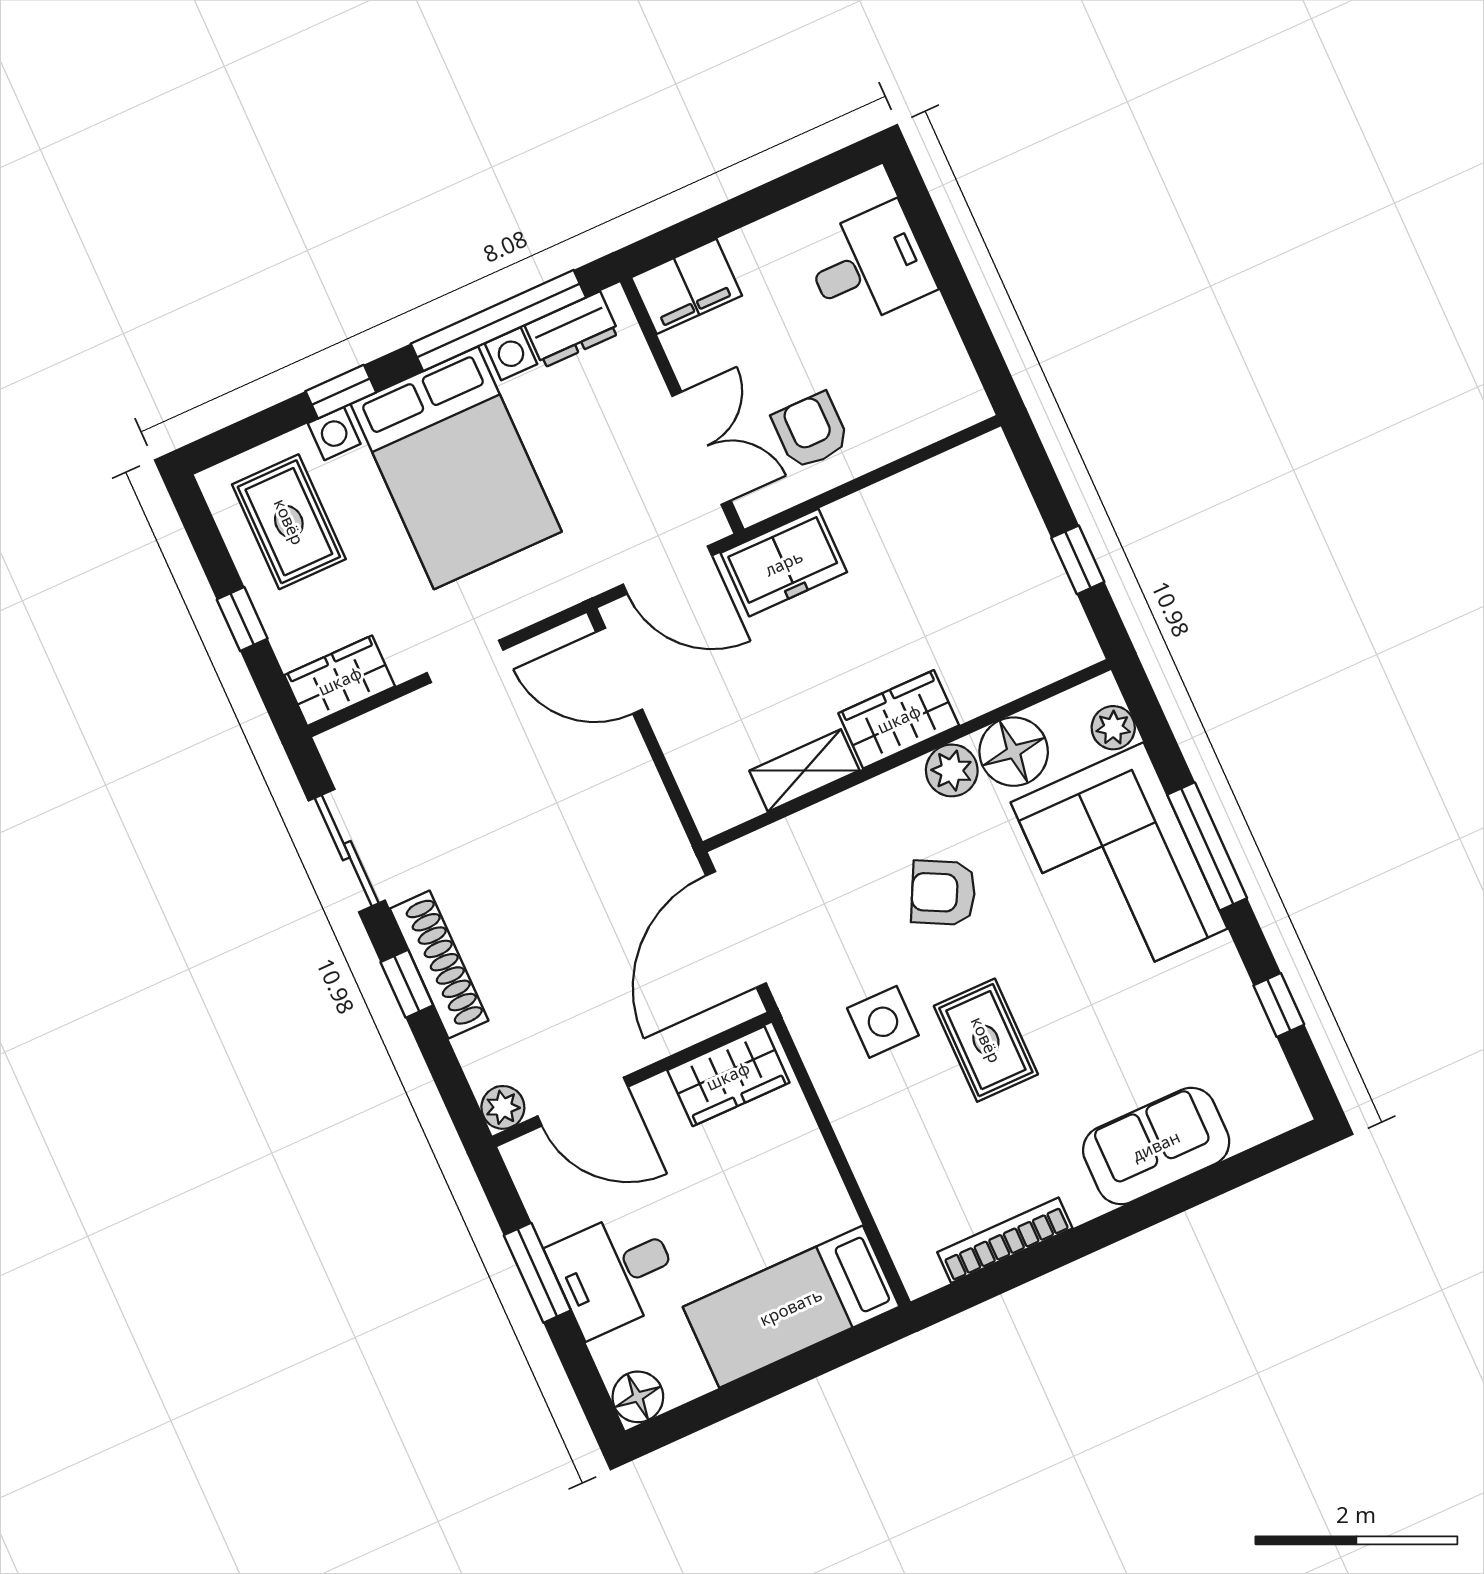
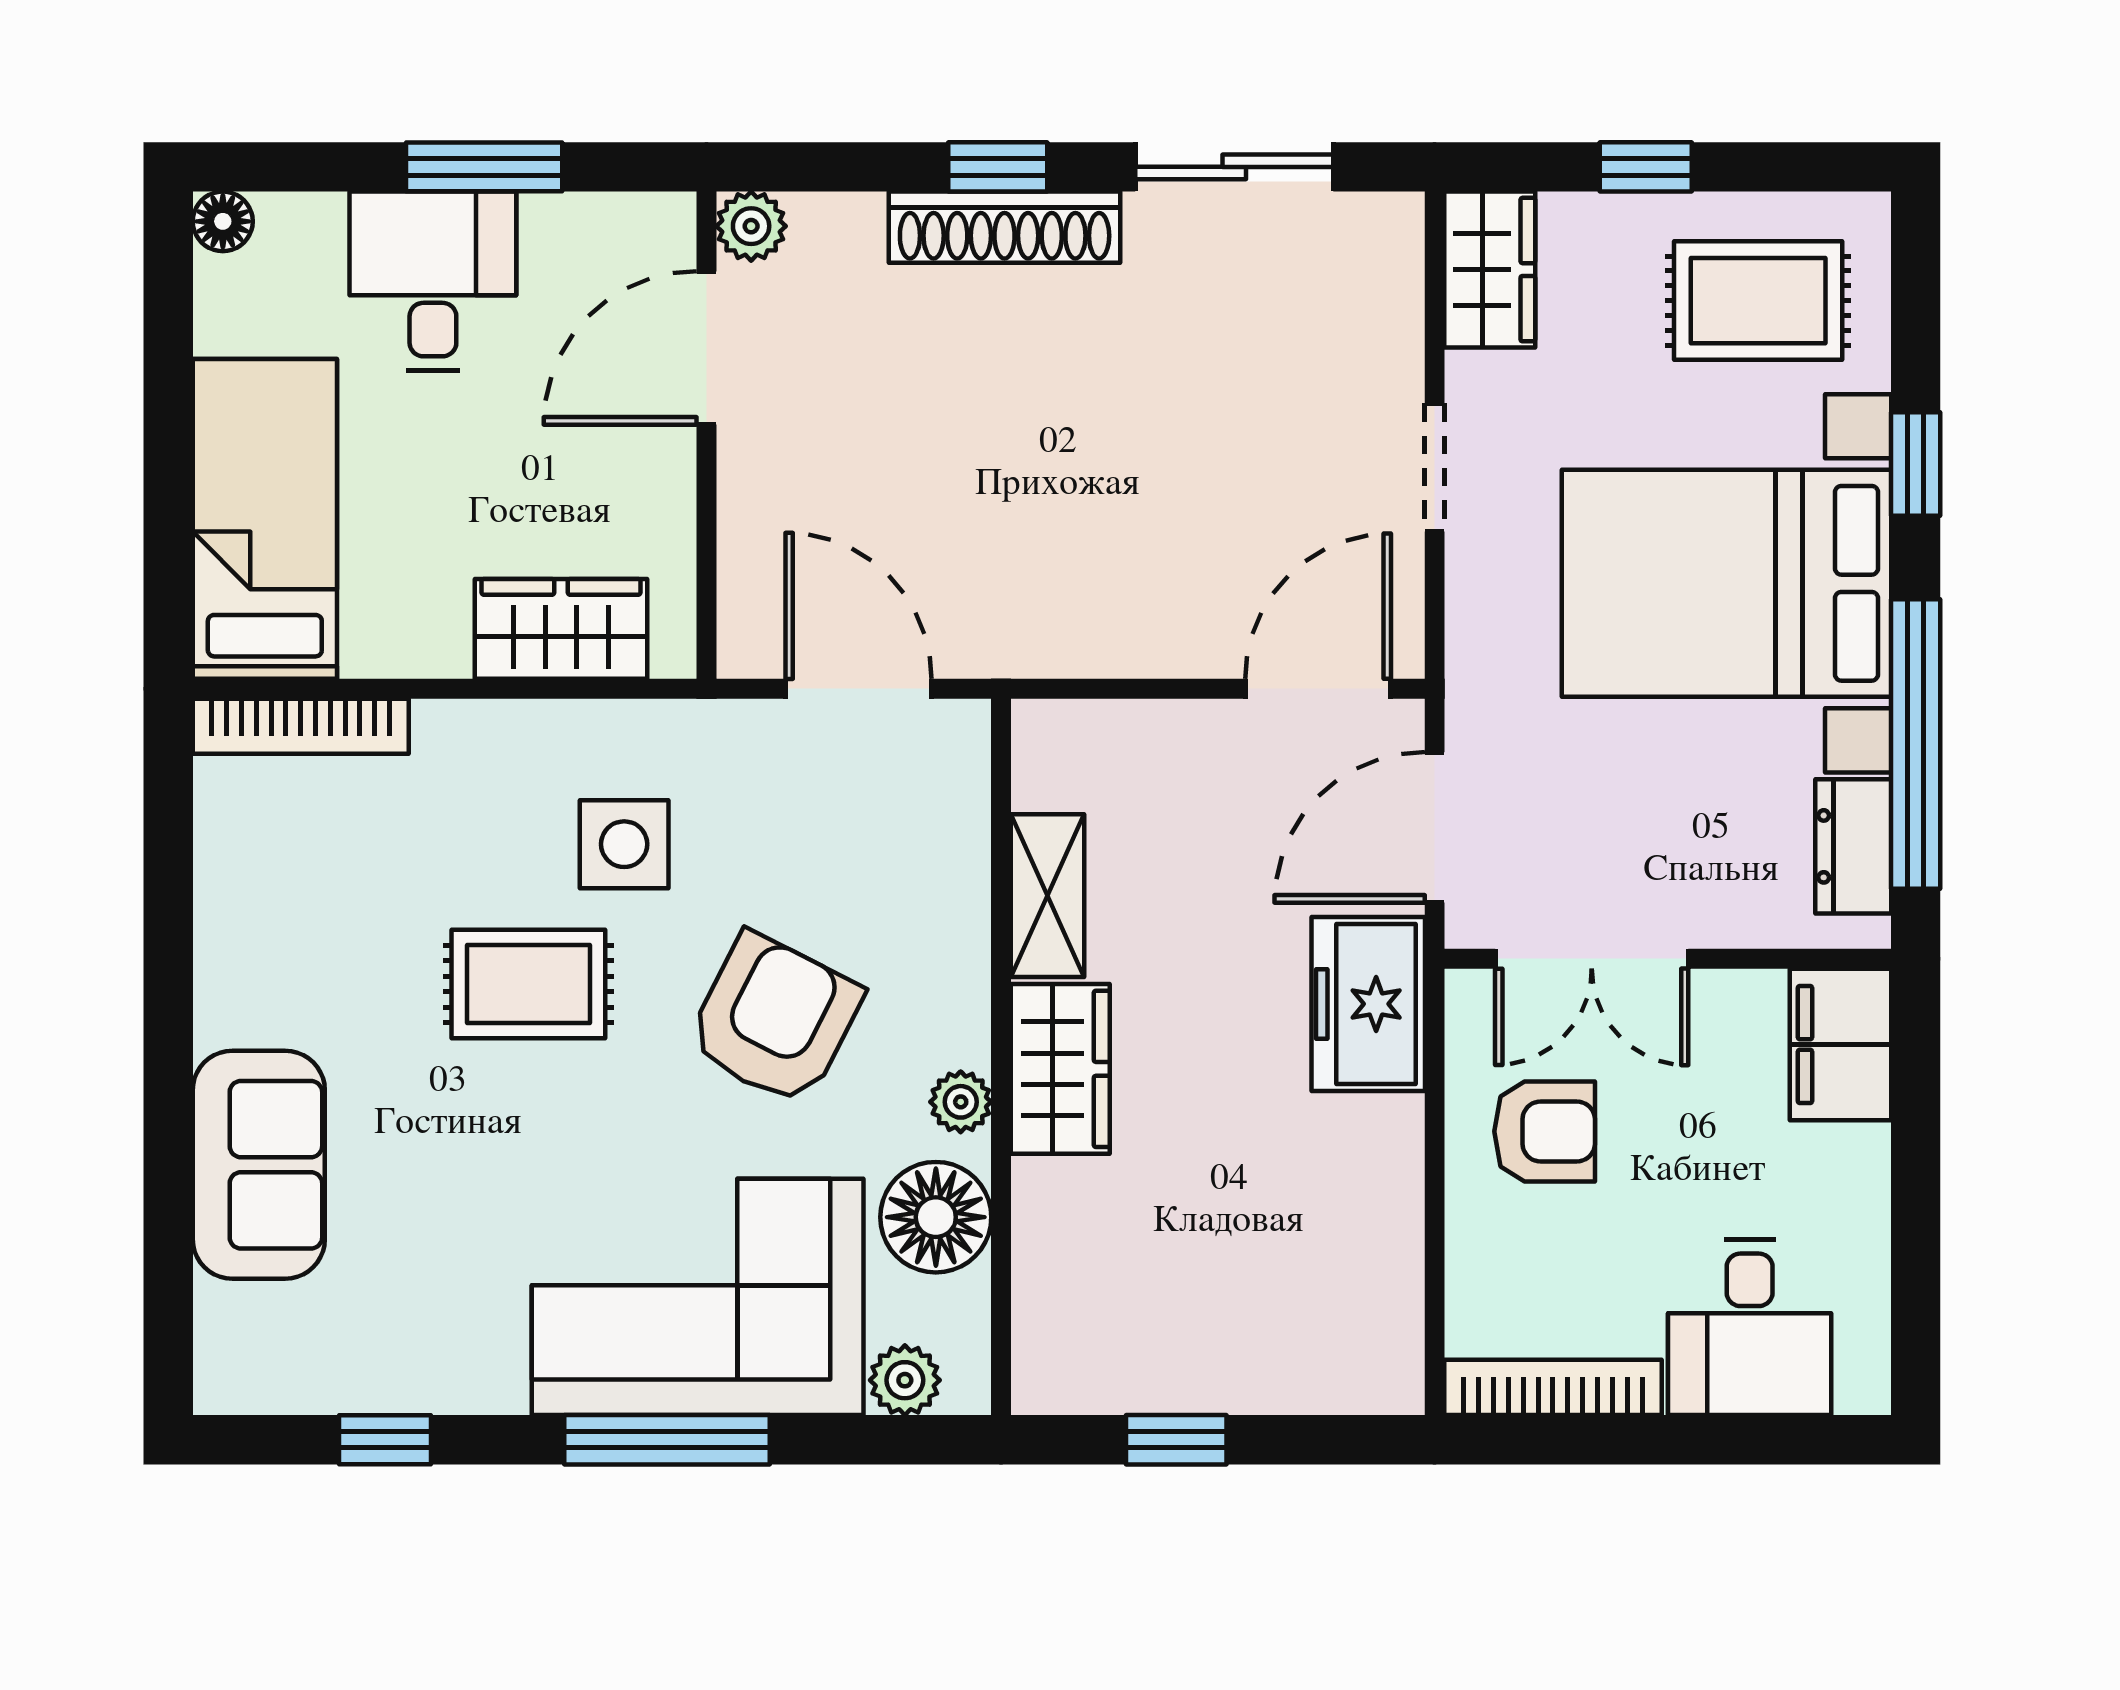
bookcase: (953, 361) -> (1553, 1387), added
plant: (952, 770) -> (961, 1102), width x0.73, depth x0.73
armchair: (943, 893) -> (774, 1019), width x1.38, depth x1.38
door: (736, 929) -> (859, 689), width x0.73
wardrobe: (728, 1076) -> (561, 629), moved, turned 90
bookcase: (1005, 1240) -> (301, 726), moved, turned 90
floor lamp: (638, 1397) -> (223, 221), width x0.73, depth x0.73

